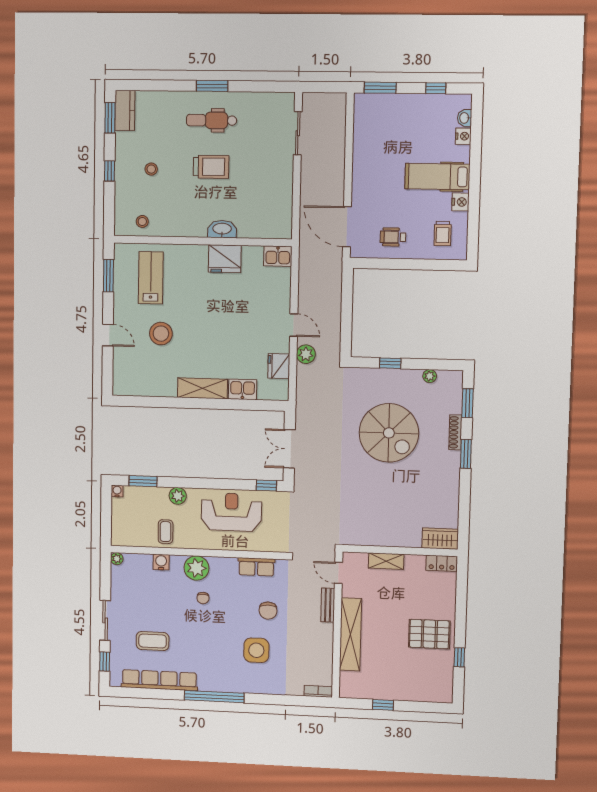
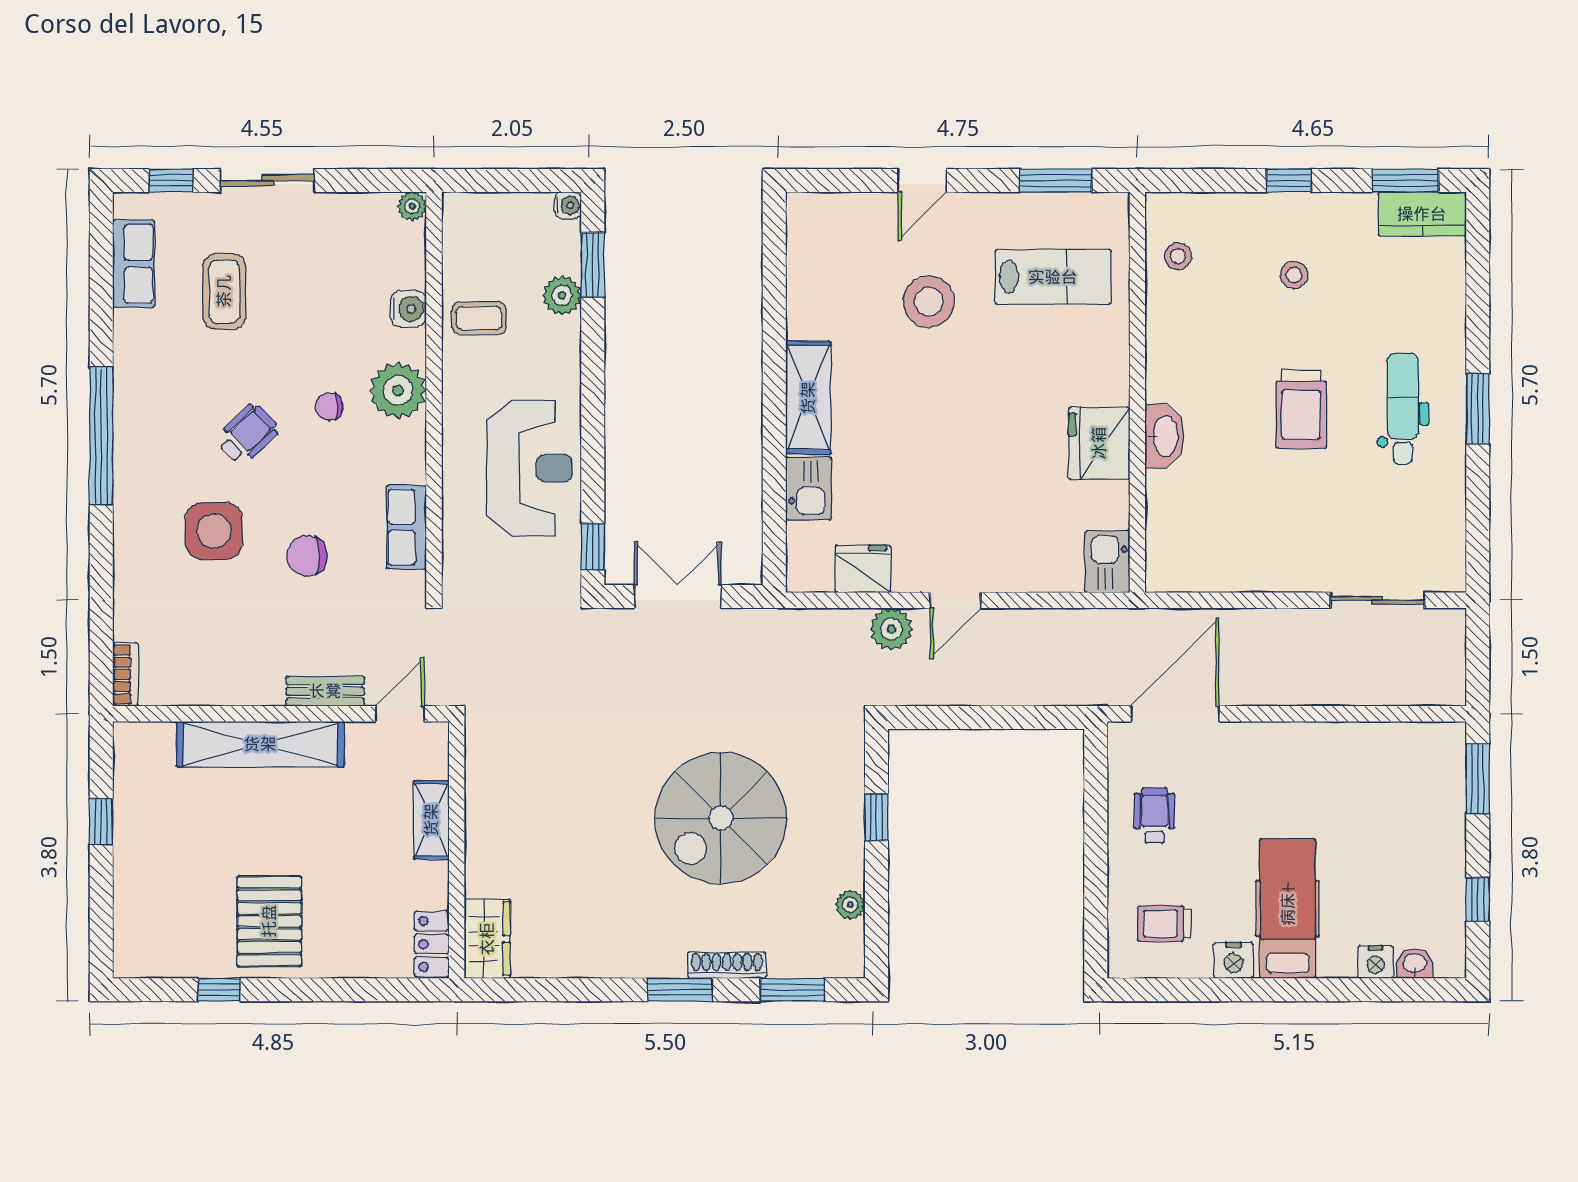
plant: (178, 496) -> (562, 295), moved
wheelchair: (214, 634) -> (248, 434), added
row of seats: (159, 680) -> (134, 264), width x0.50

